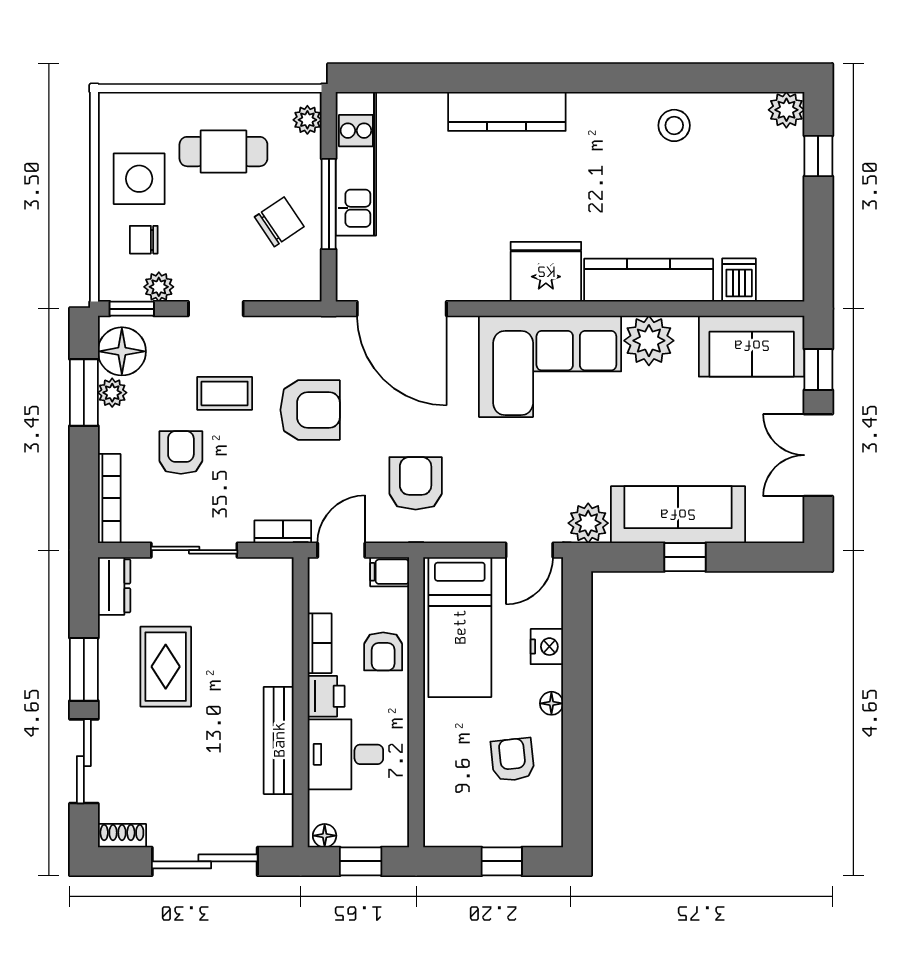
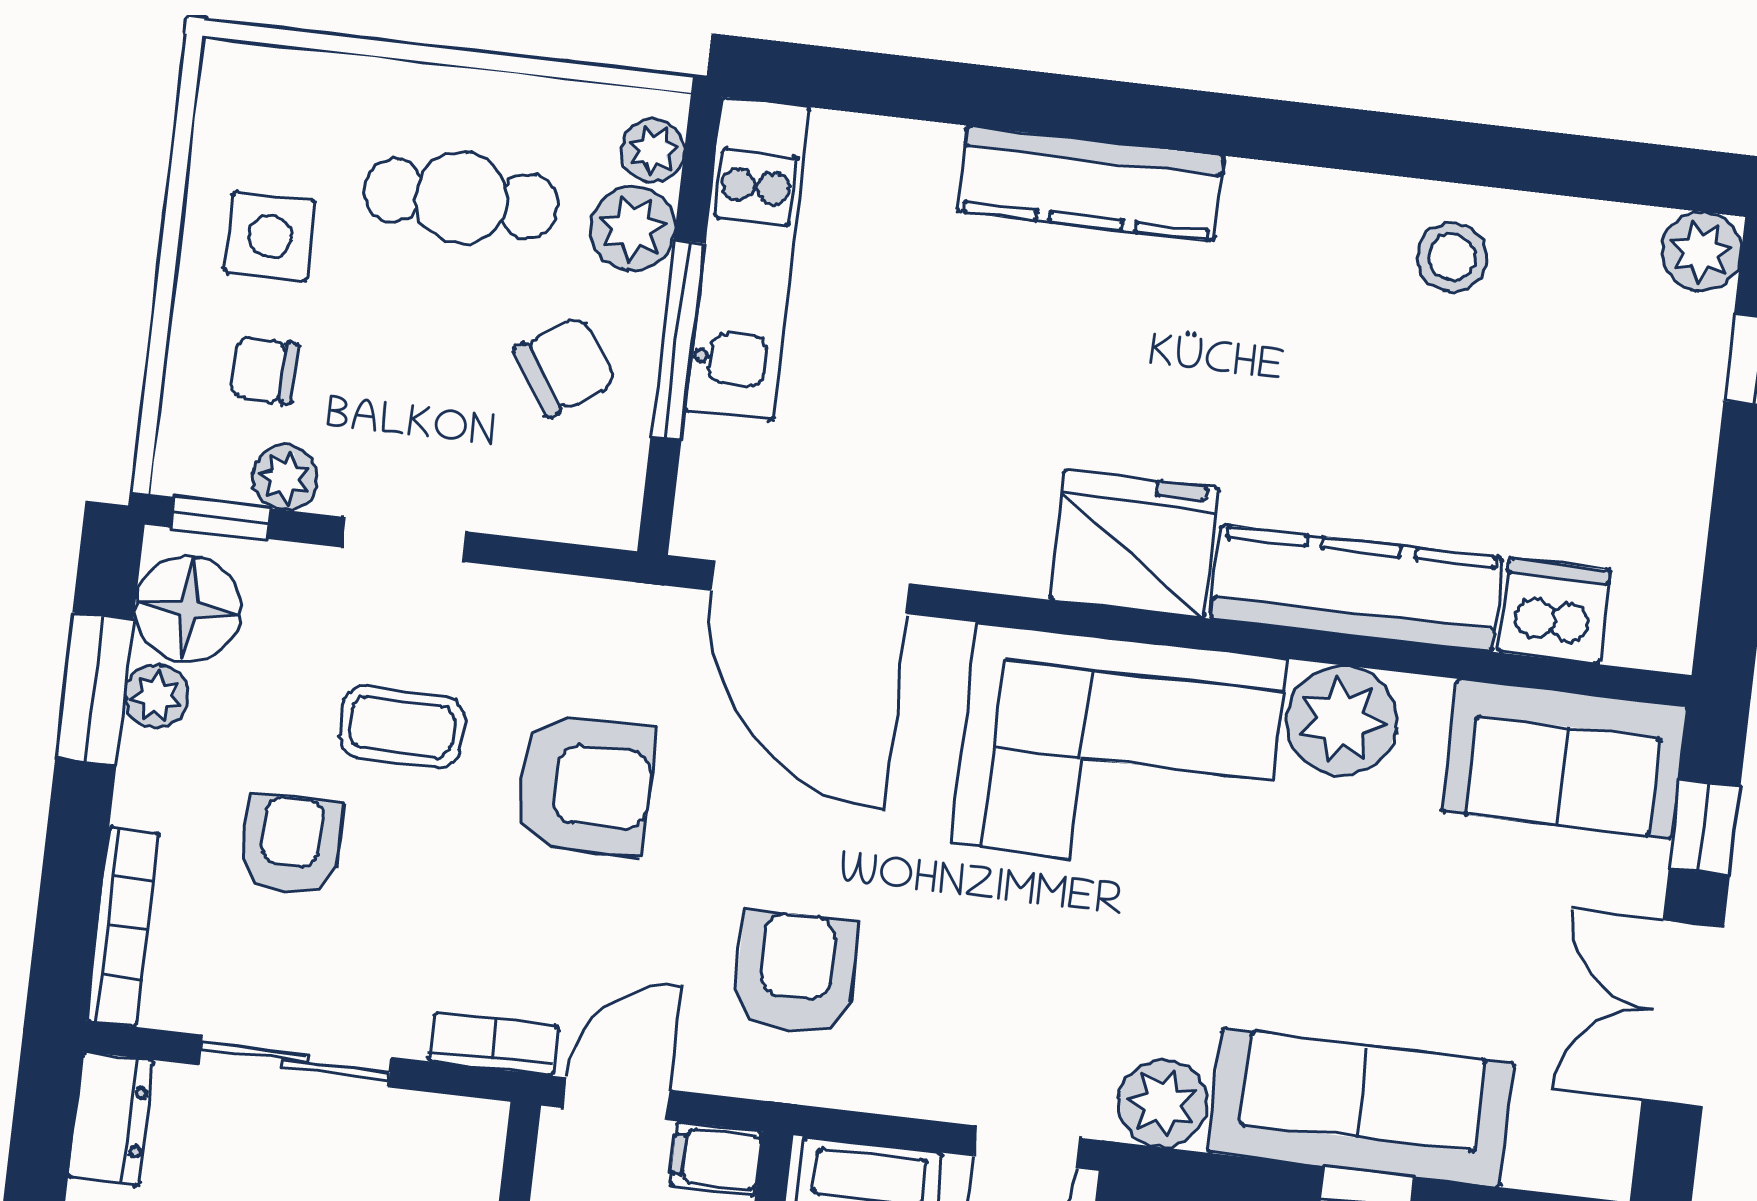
plant: (302, 156) -> (633, 228), added
side table: (139, 179) -> (270, 236), width x0.73, depth x0.73
dishwasher: (739, 280) -> (1554, 611), width x1.38

